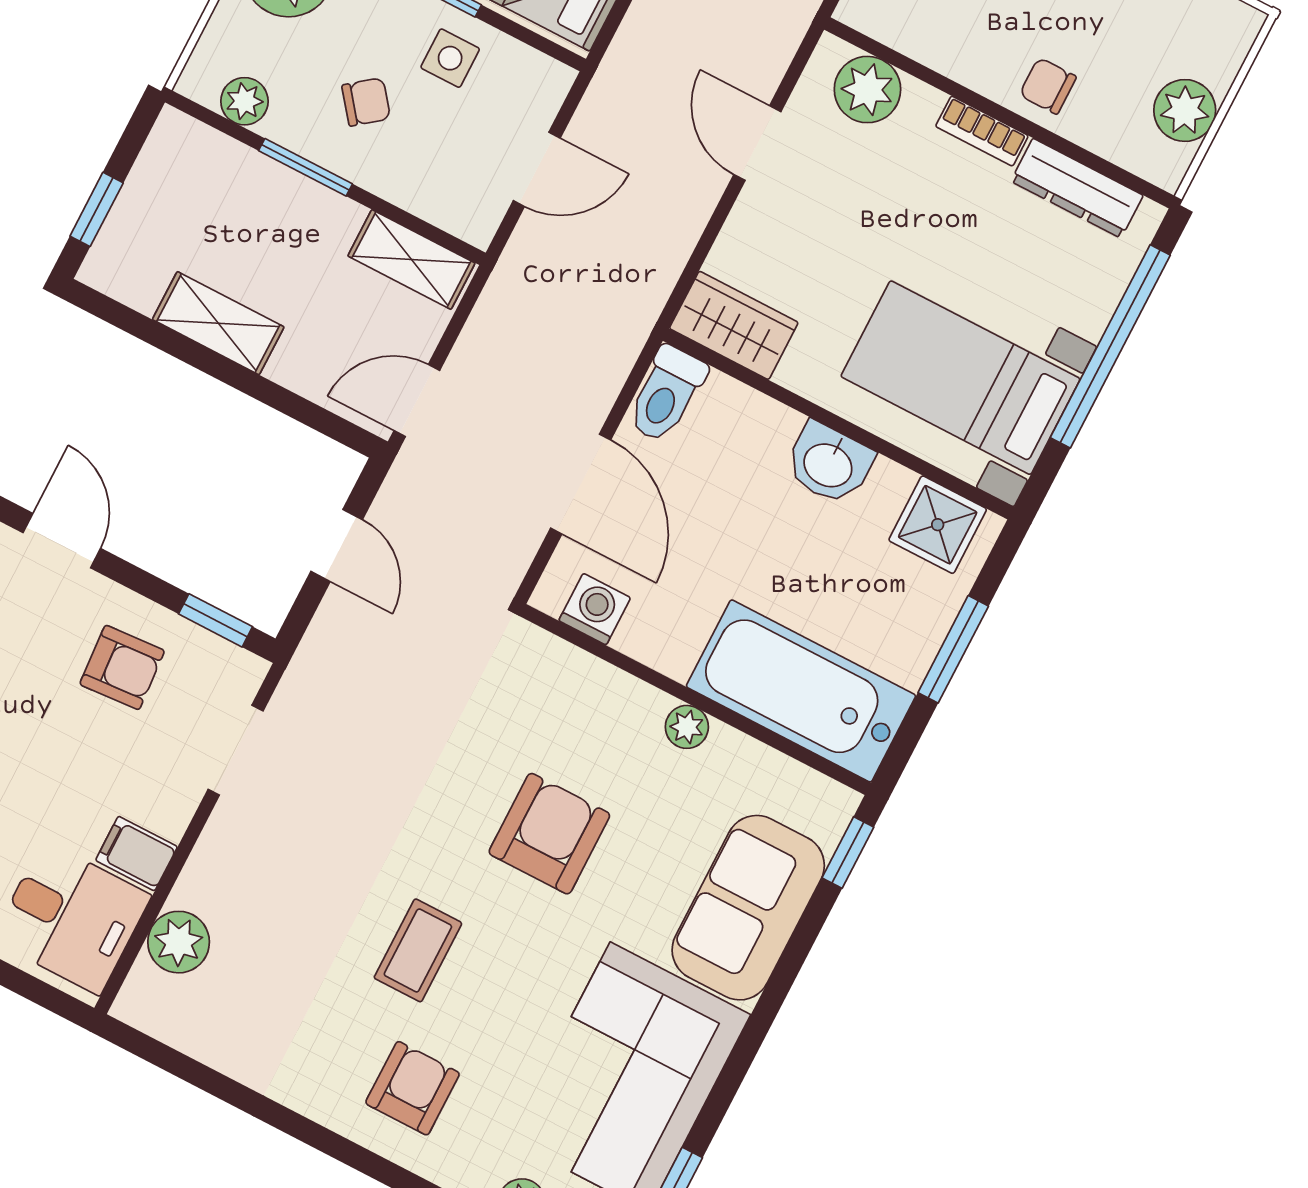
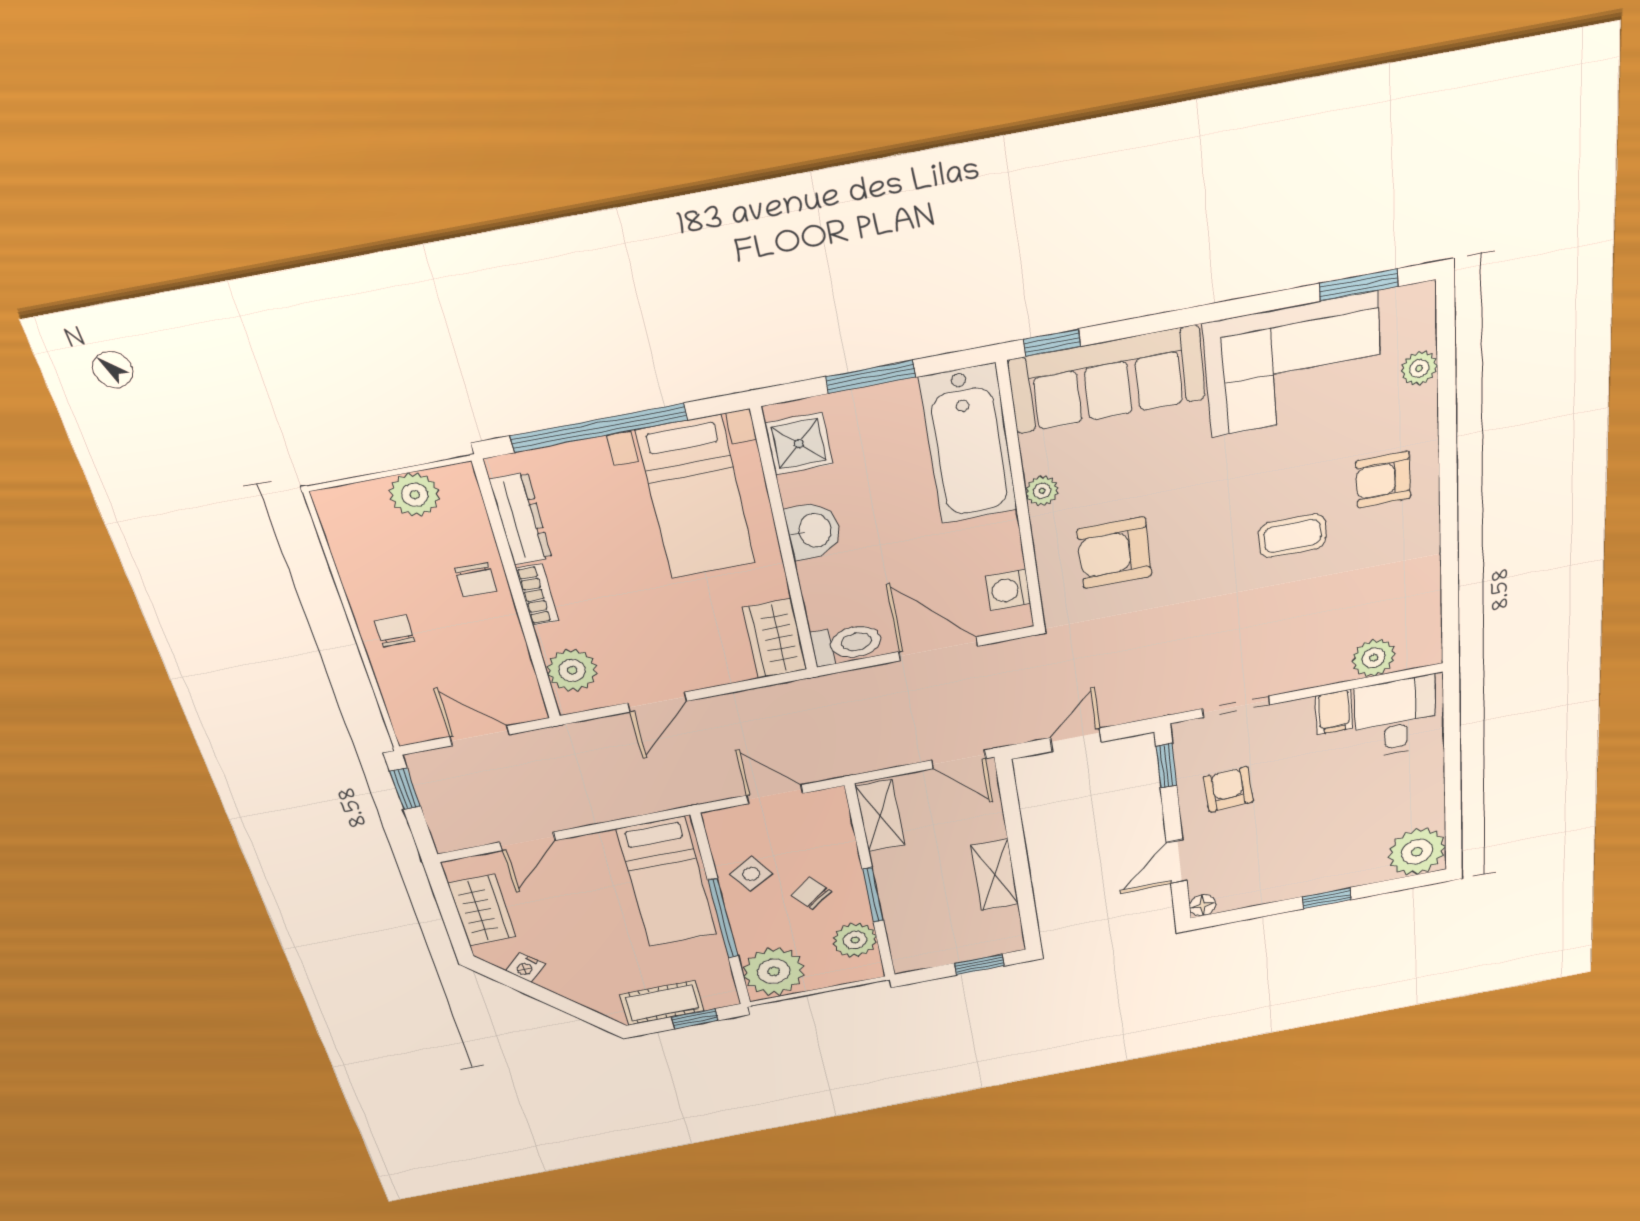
side table: (450, 58) -> (751, 874), turned -32
plant: (244, 101) -> (855, 940), width x1.38, depth x1.38
door: (581, 484) -> (938, 649), hinge flipped
armchair: (549, 834) -> (1114, 553), moved
sofa: (748, 908) -> (1107, 380), width x1.36

